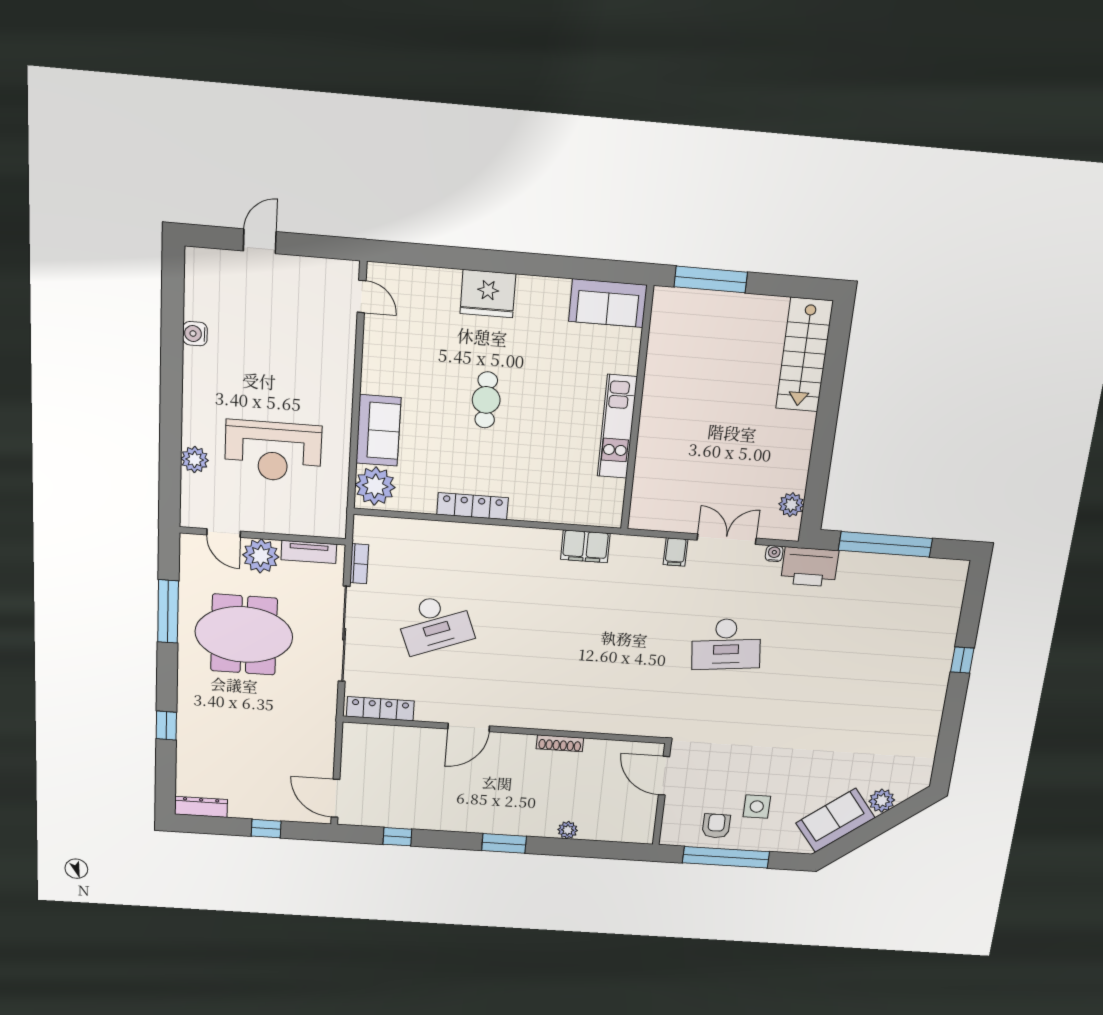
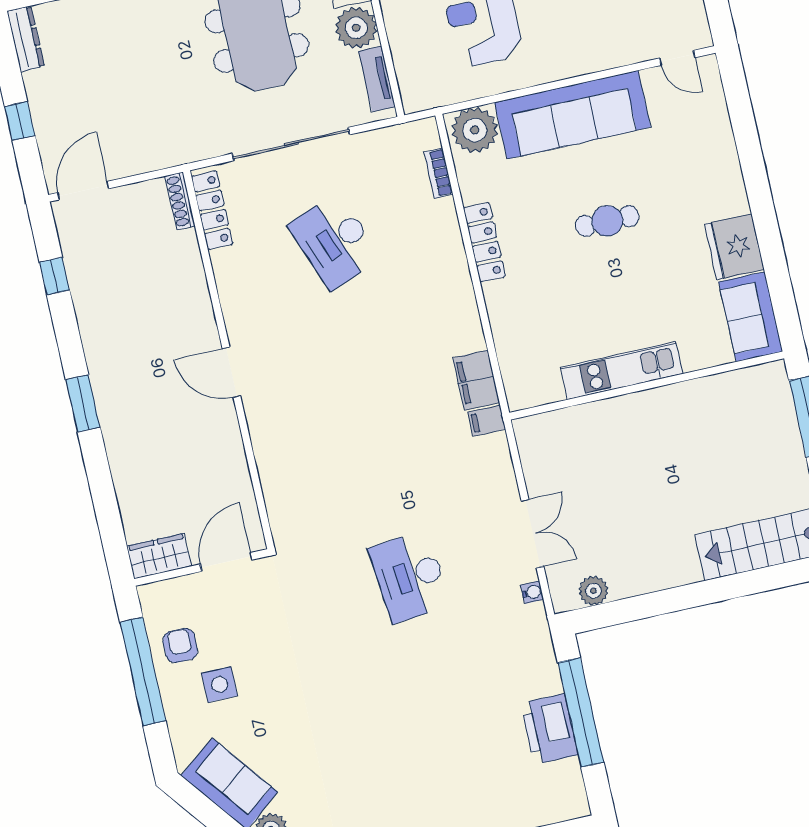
fridge: (488, 294) -> (734, 247), moved
door: (362, 297) -> (677, 58), hinge flipped
sofa: (378, 430) -> (573, 115), width x1.85, depth x1.27
filing cabinet: (675, 552) -> (487, 421), moved
bookcase: (359, 564) -> (439, 173), moved, turned 90
printer: (810, 567) -> (549, 729), moved
door: (469, 727) -> (231, 372), moved
shoe rack: (560, 743) -> (180, 201), moved
wardrobe: (642, 822) -> (159, 556), added
armchair: (716, 826) -> (180, 646), turned -90
plant: (568, 830) -> (123, 472), removed

